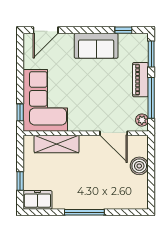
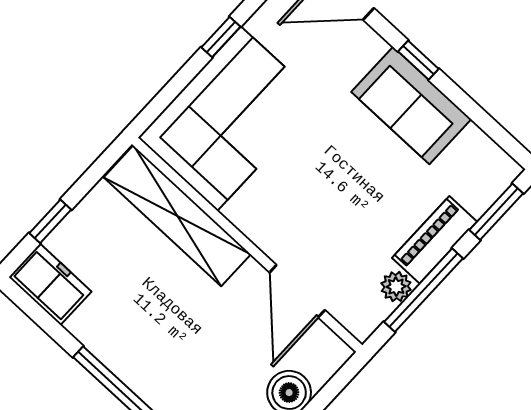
window: (123, 30) -> (418, 60), moved
window: (20, 112) -> (221, 37), moved
plant: (142, 120) -> (396, 287), moved
shelving: (57, 144) -> (177, 216), width x1.47

